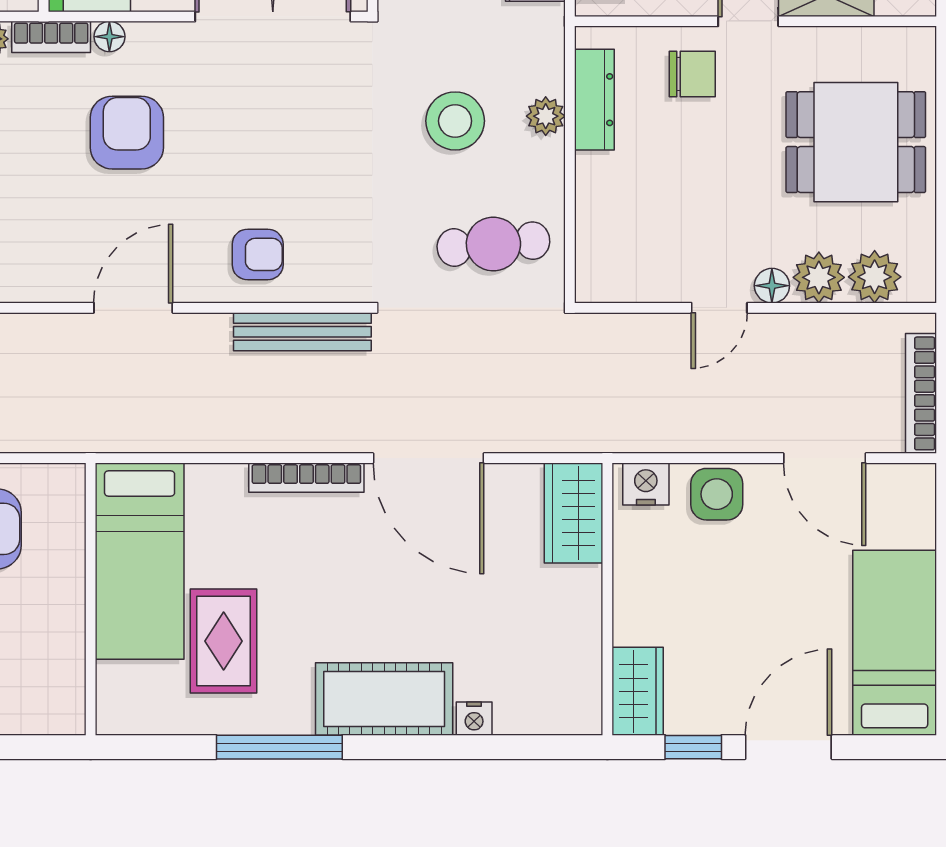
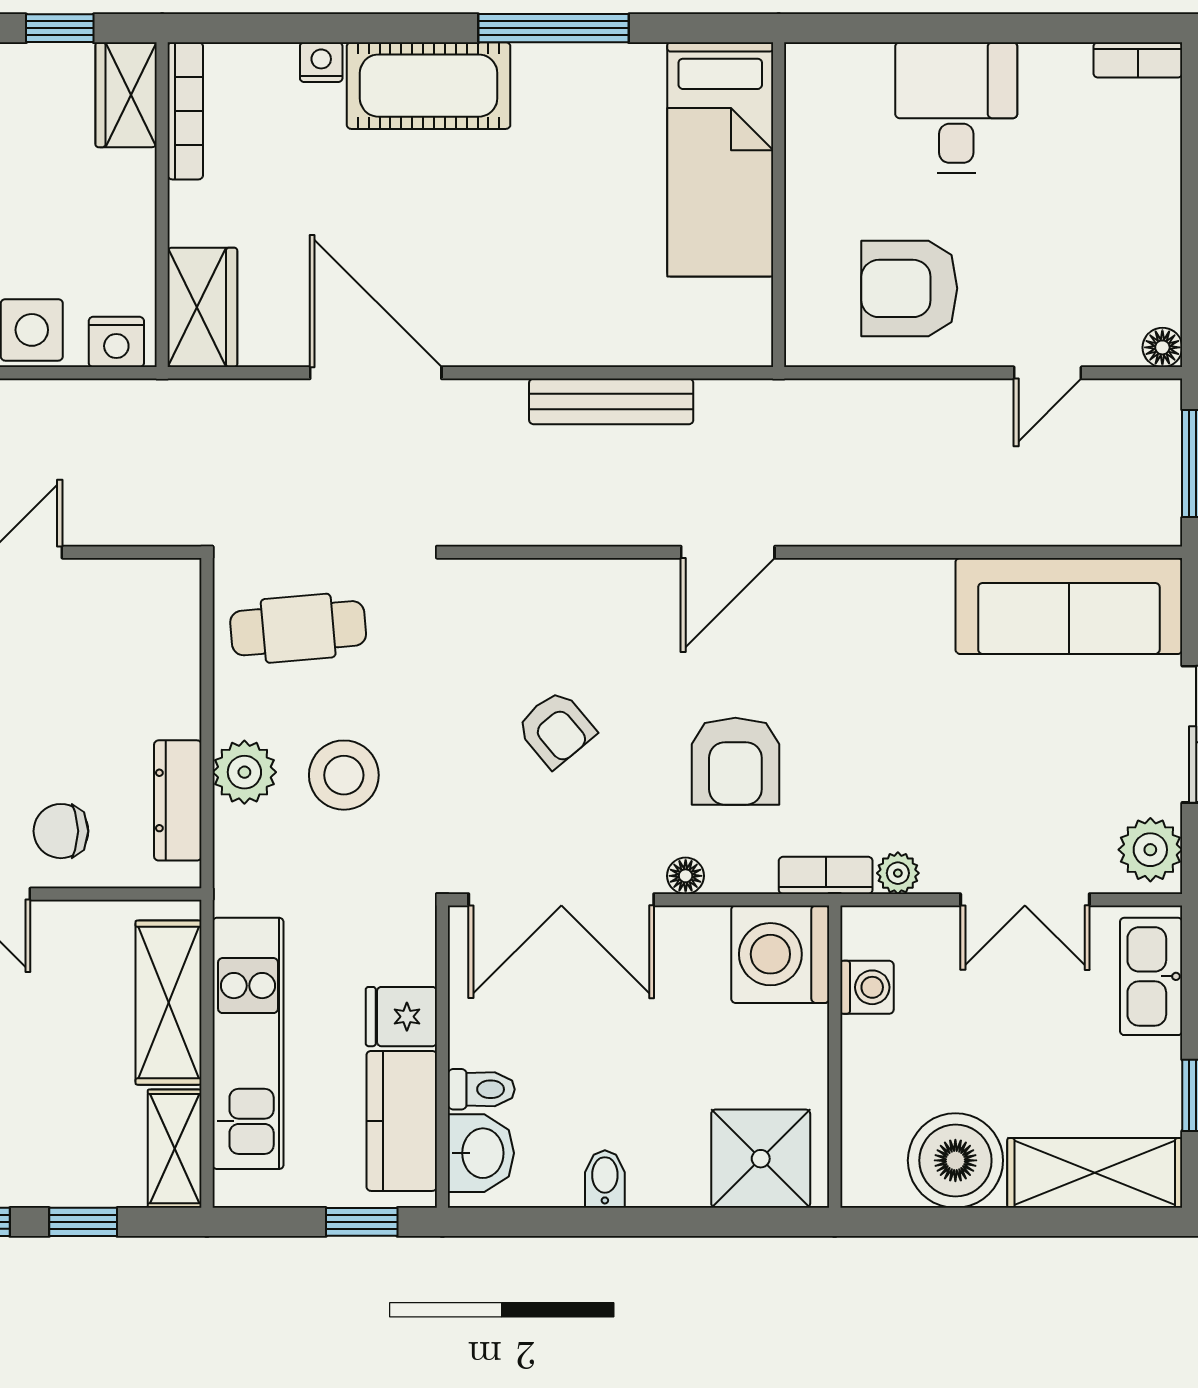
floor lamp: (109, 37) -> (686, 876), moved
plant: (546, 116) -> (244, 772), width x1.38, depth x1.38
armchair: (258, 254) -> (556, 729), moved, turned -130
bench: (302, 332) -> (611, 401), moved
bookcase: (306, 478) -> (185, 111), moved, turned 90
bed: (140, 561) -> (720, 159), moved, turned 180
rug: (224, 641) -> (620, 155), removed

